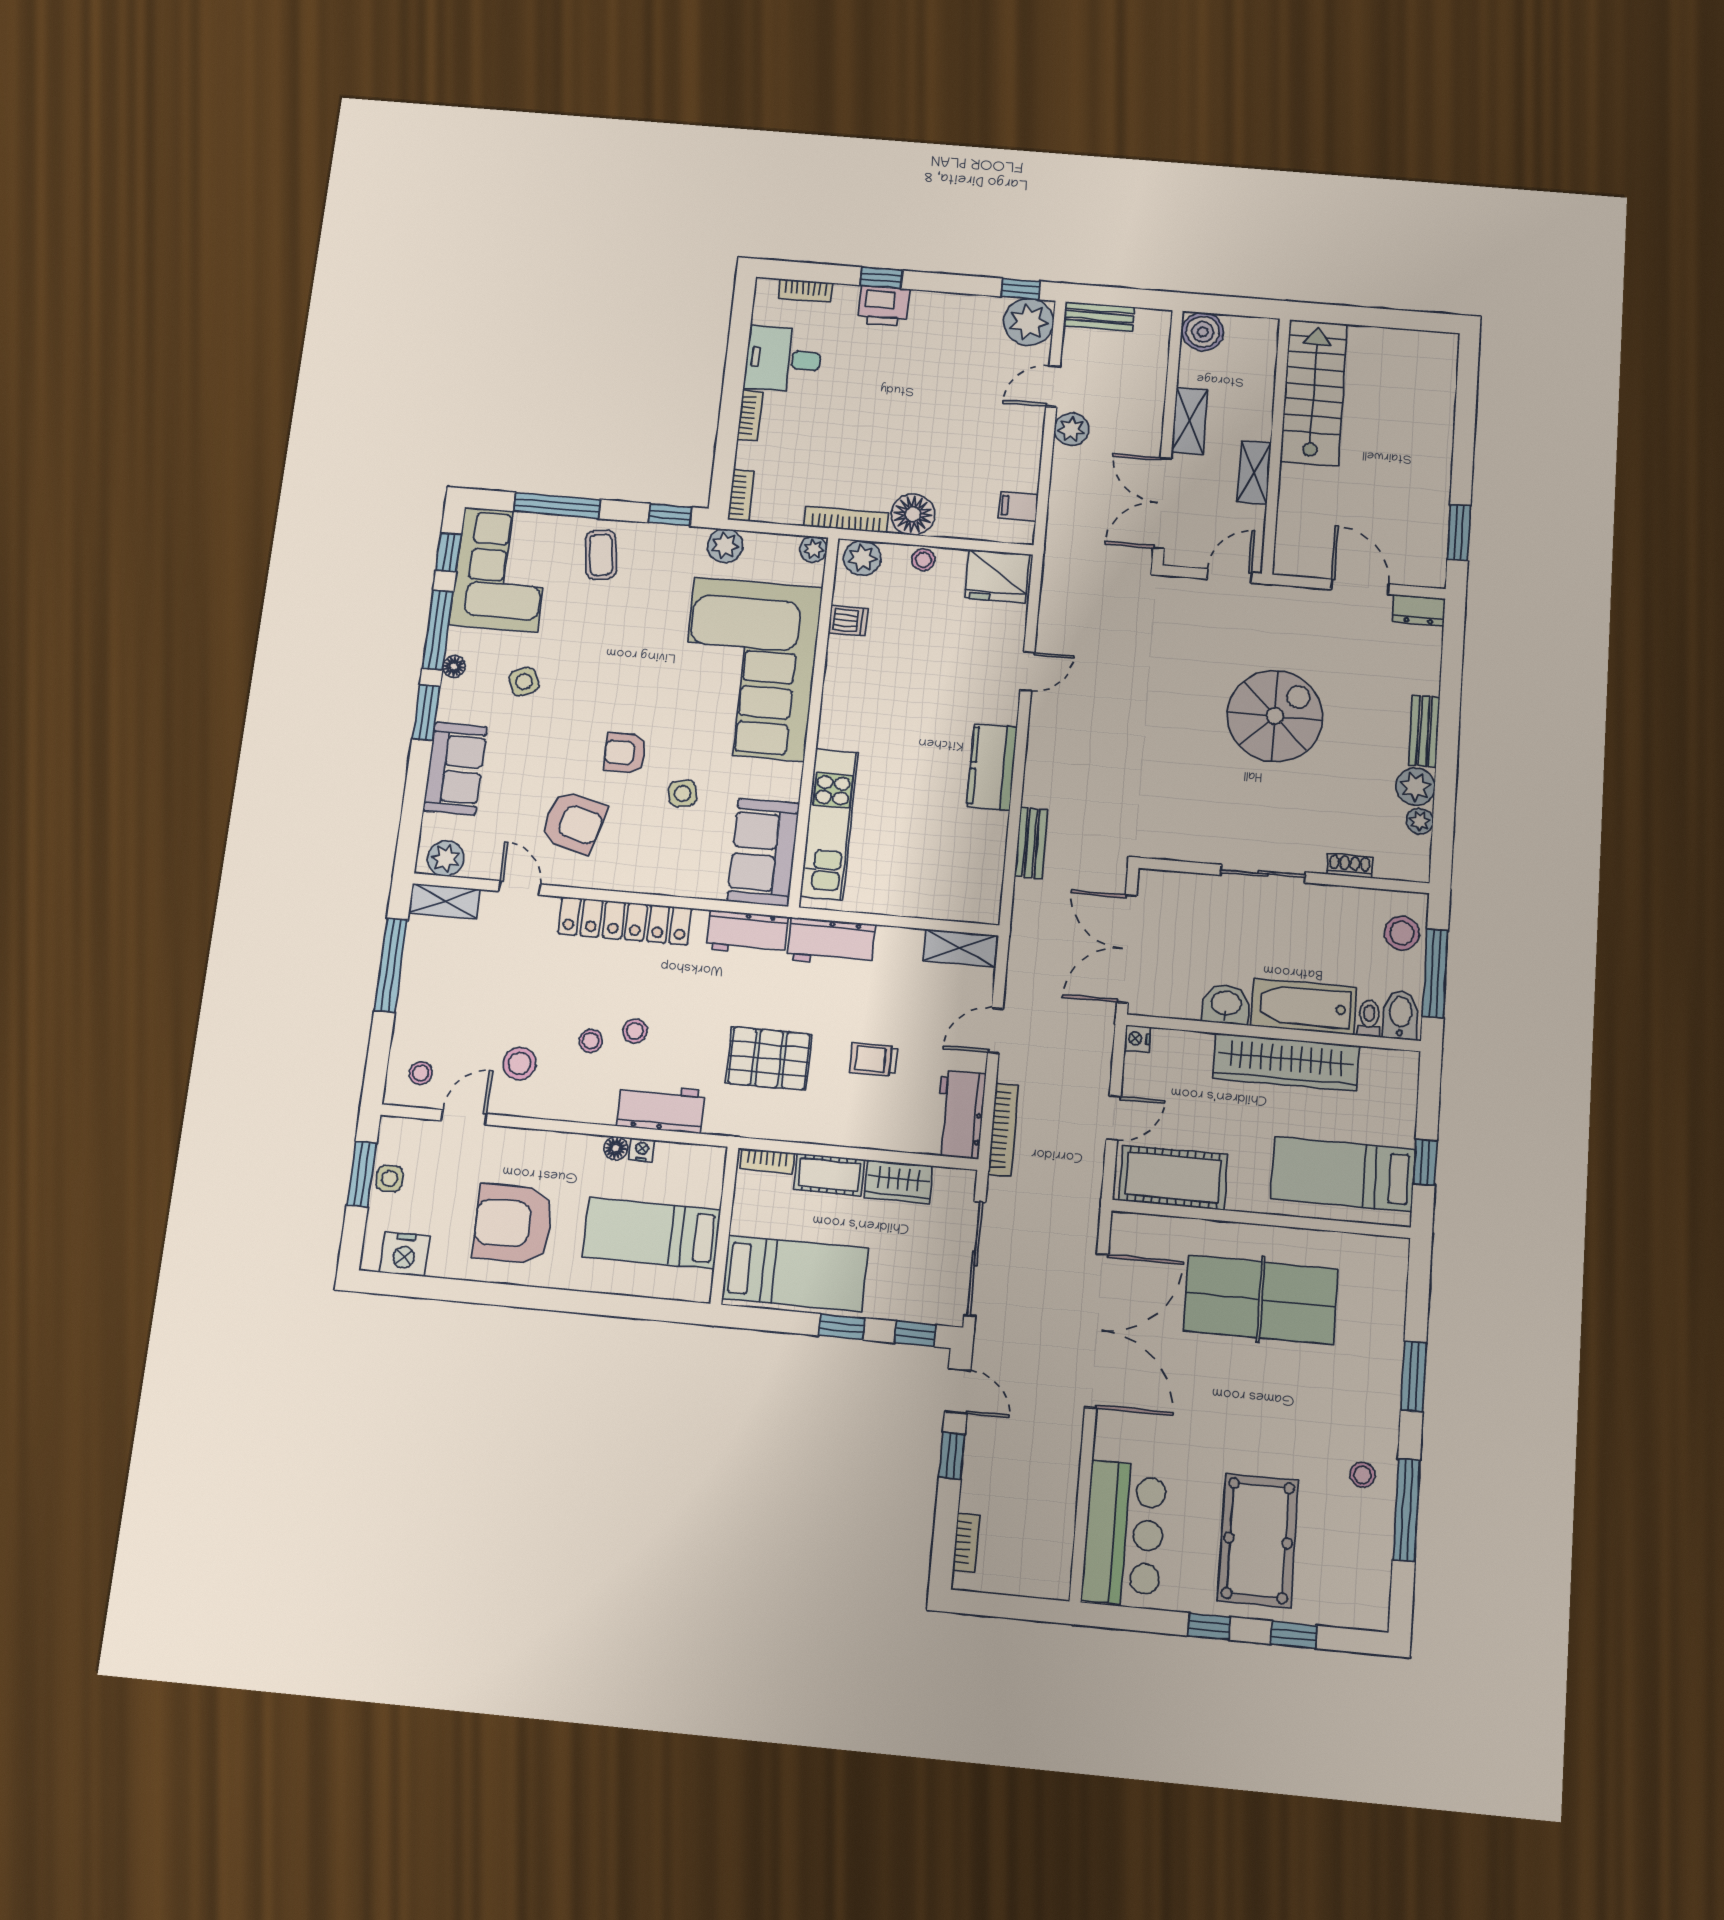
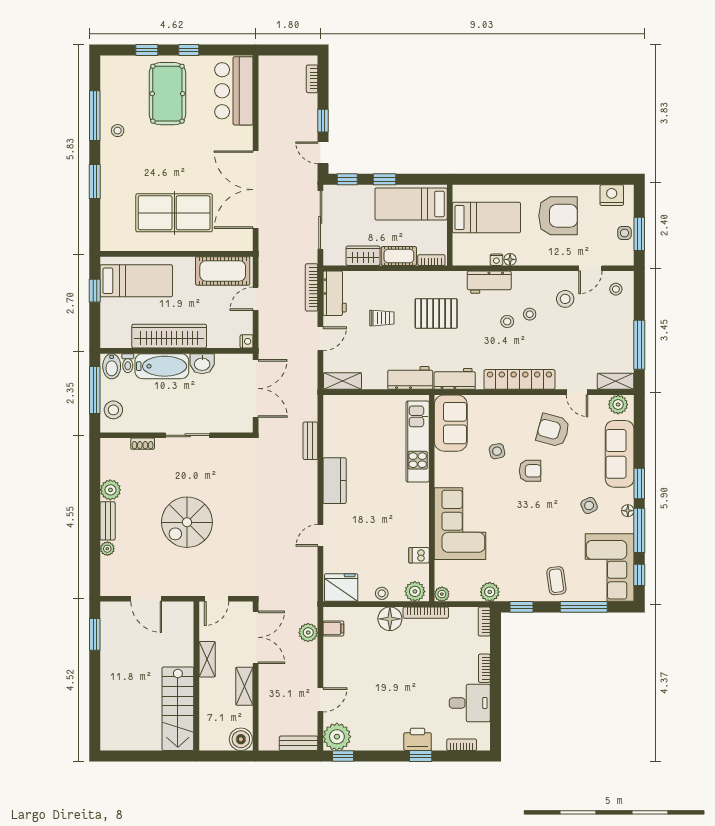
plant: (1071, 429) -> (308, 633), moved
dresser: (1419, 610) -> (114, 588), removed
corner sofa: (749, 668) -> (460, 524), width x0.73, depth x0.74
sofa: (455, 769) -> (620, 454), width x1.36
plant: (1420, 821) -> (107, 549), moved

